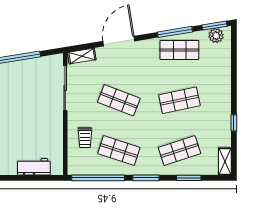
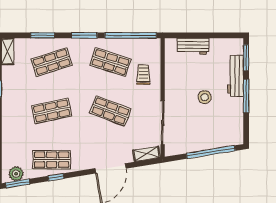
window: (175, 32) -> (56, 177), width x0.46
stool: (22, 114) -> (205, 97), added

